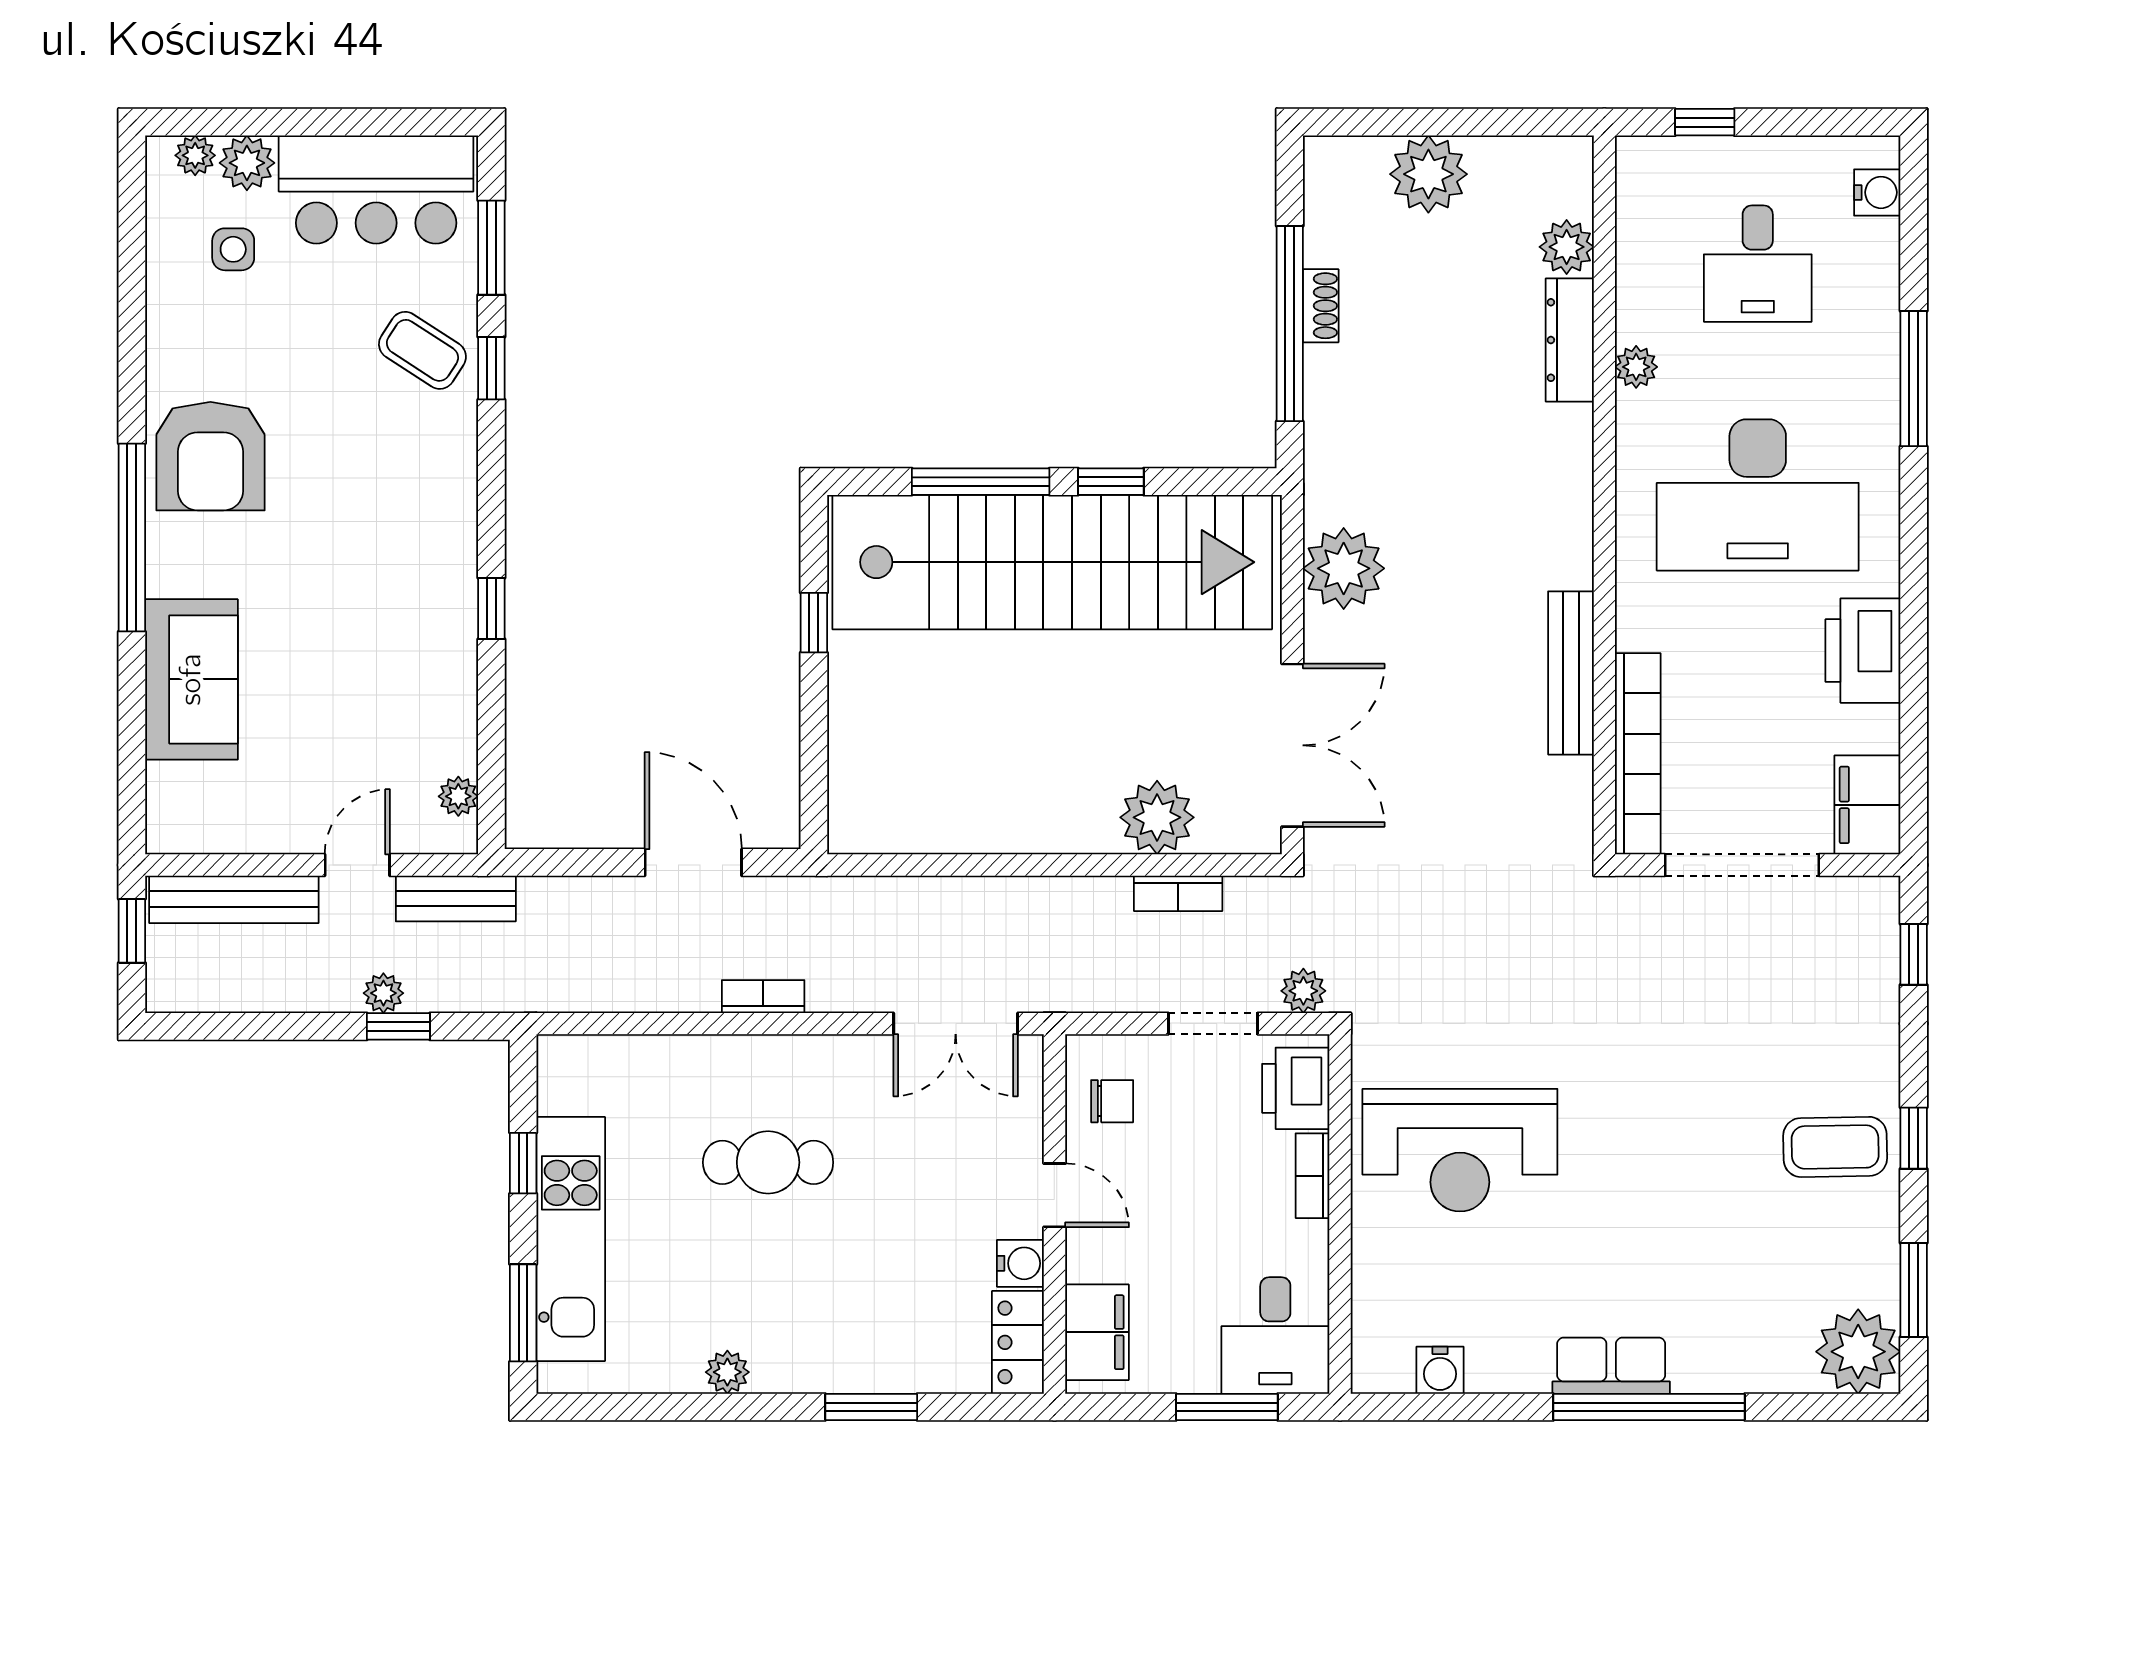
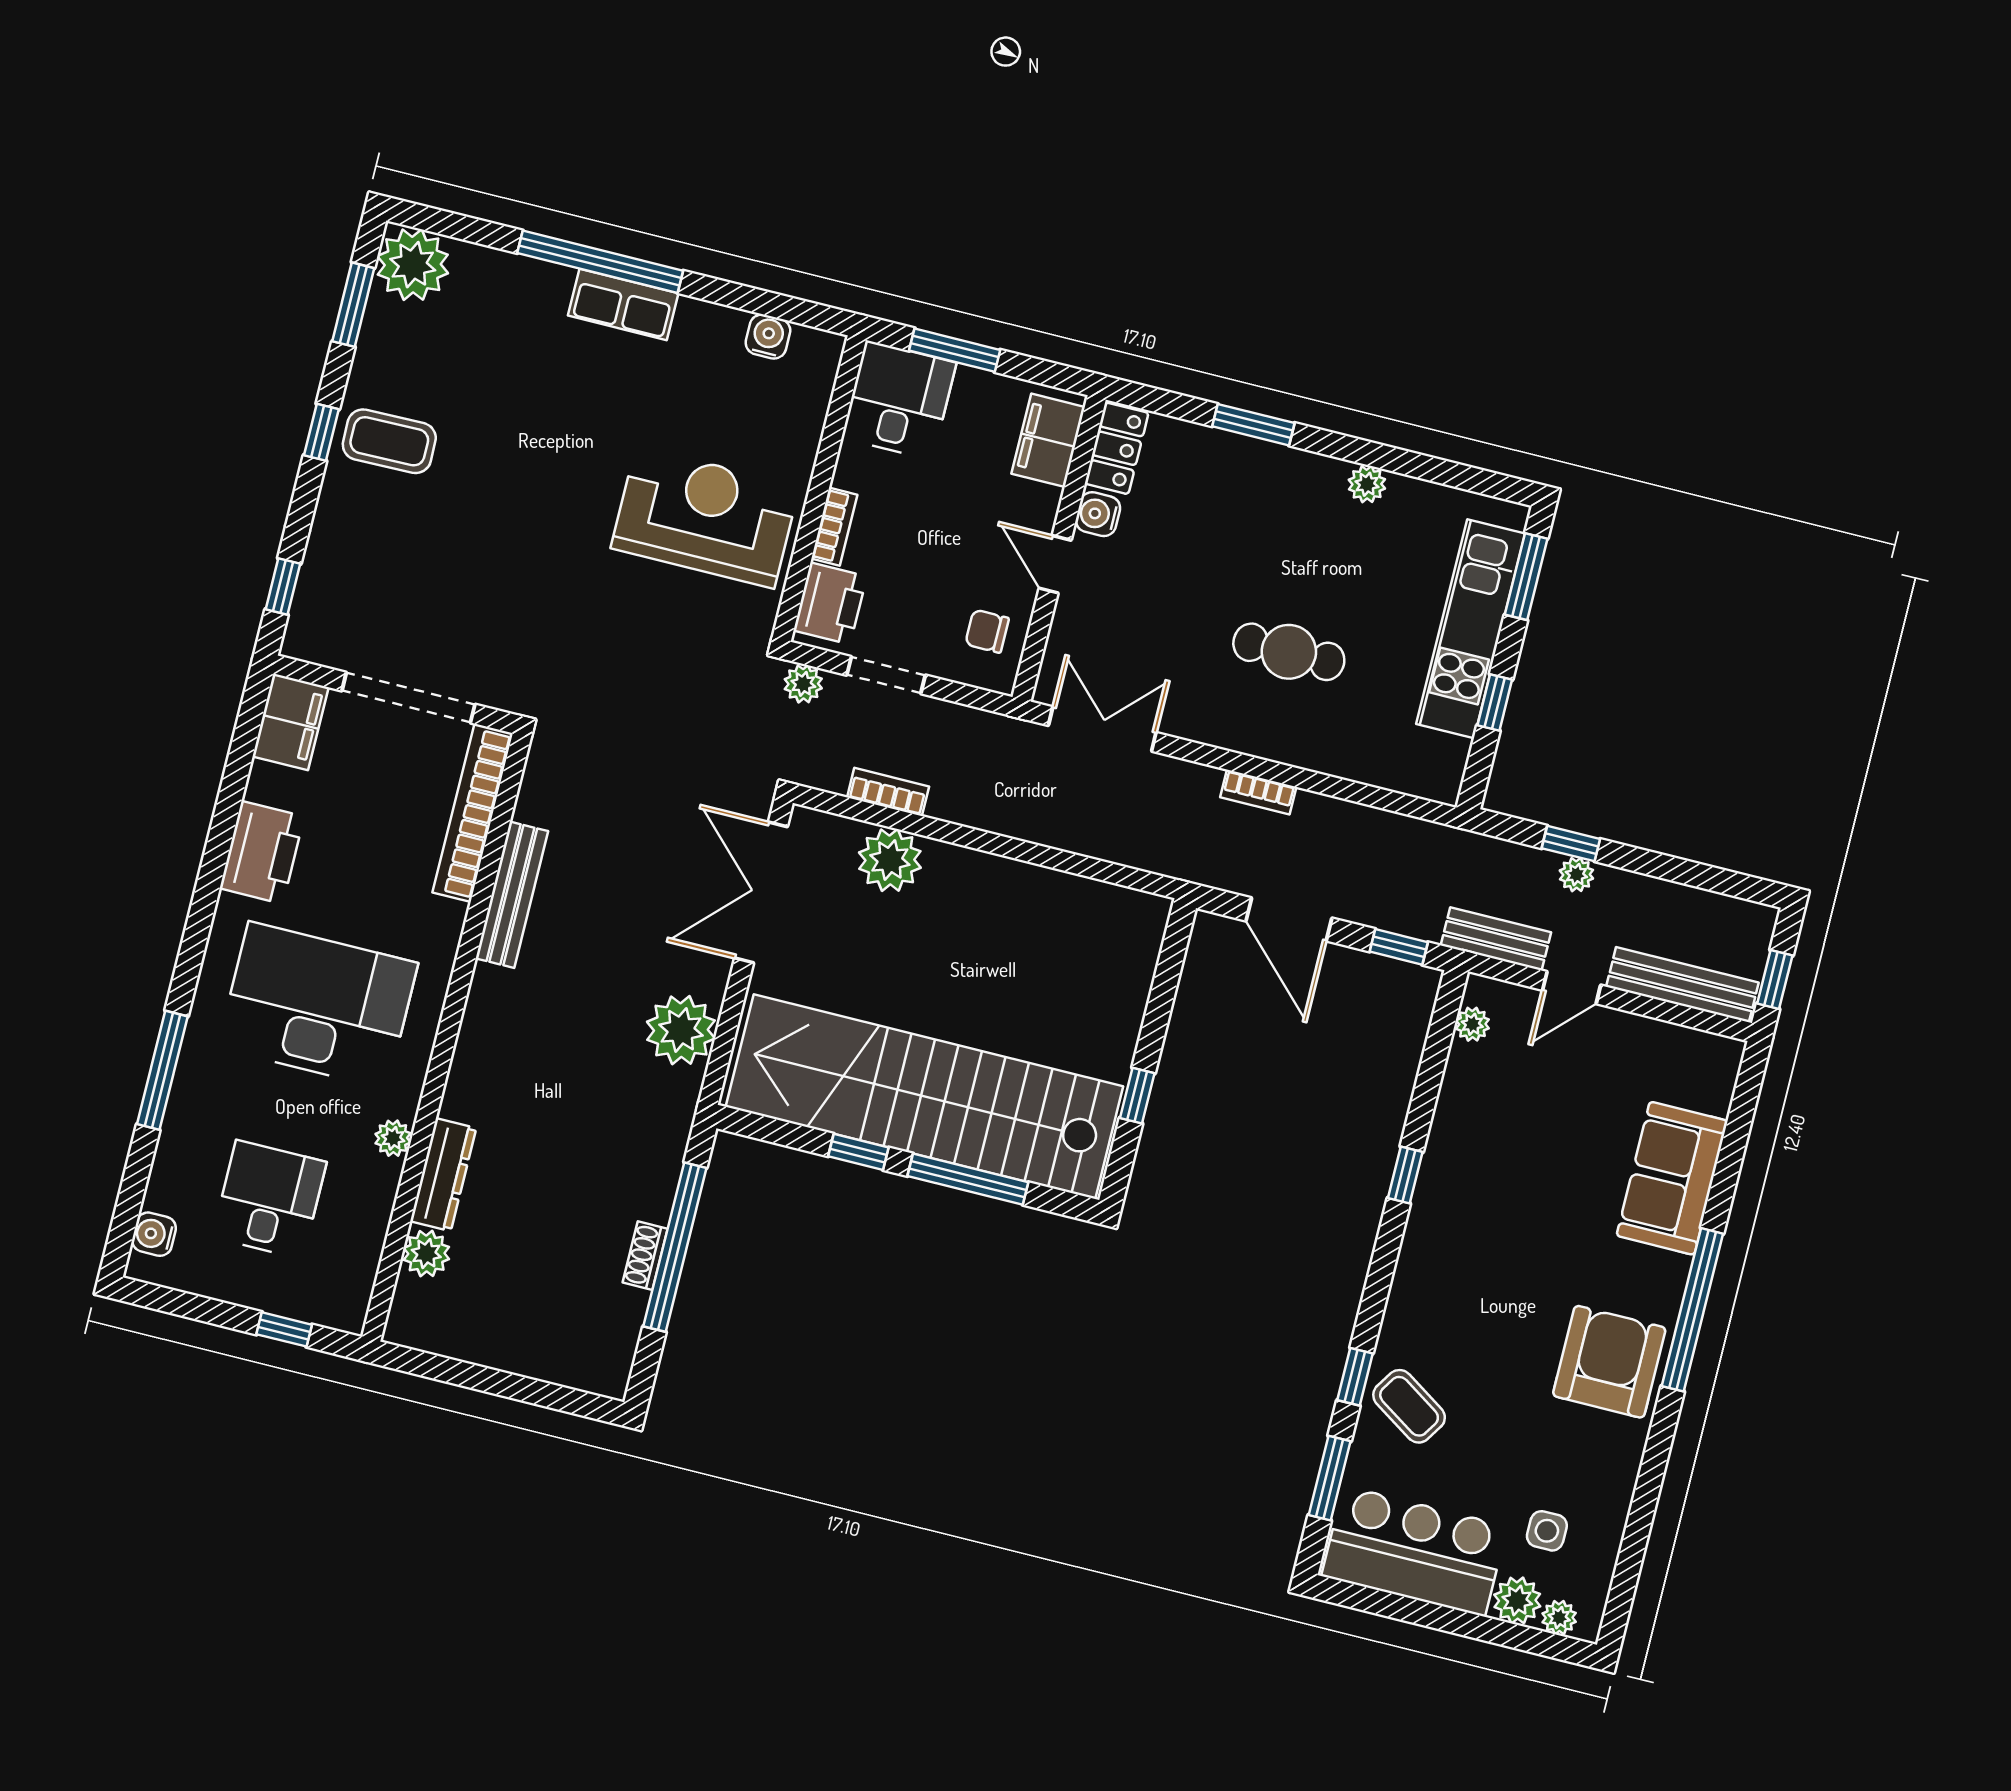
plant: (1428, 174) -> (527, 1344), removed
window: (562, 862) -> (1399, 947), added

